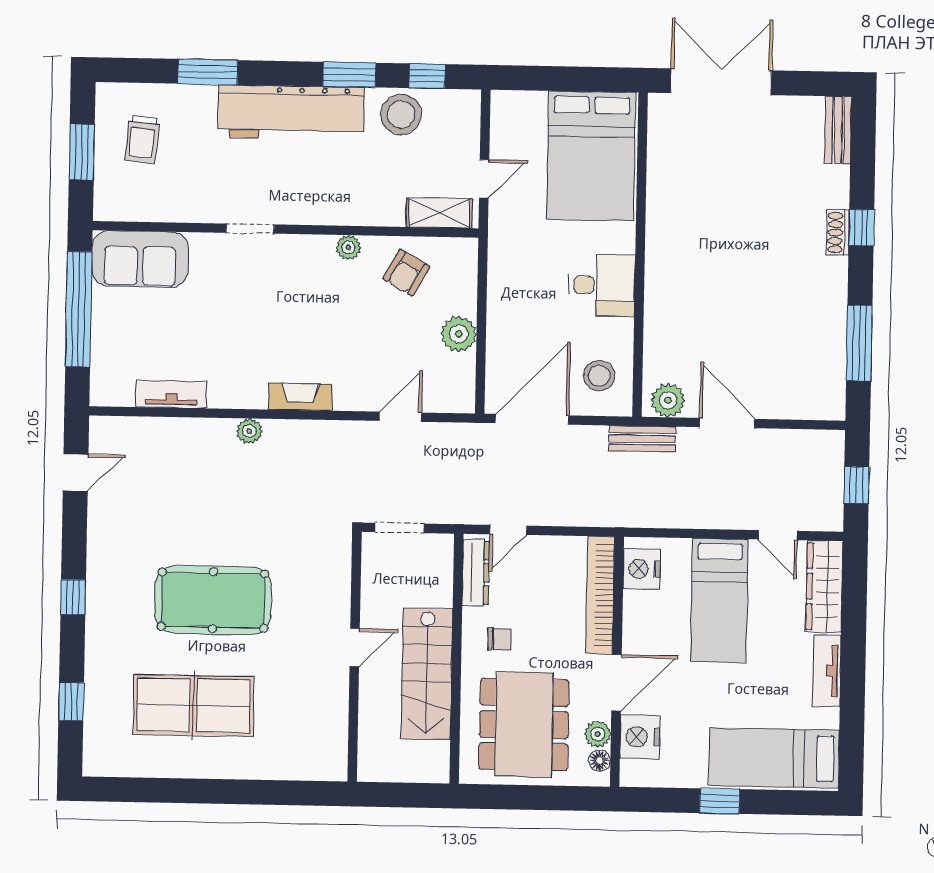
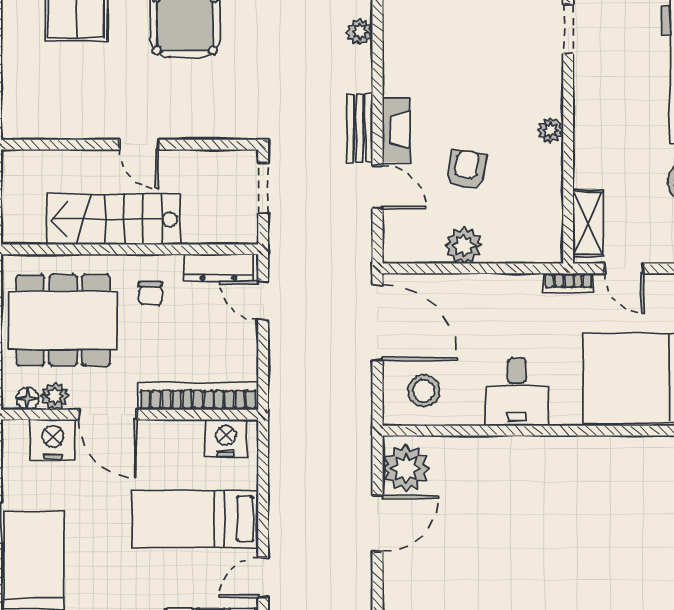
bookcase: (497, 233) -> (568, 283), added
armchair: (406, 273) -> (466, 170), moved, turned 69
fireplace: (300, 397) -> (396, 130), moved
plant: (668, 400) -> (406, 468), width x1.36, depth x1.36
bench: (642, 439) -> (360, 128), moved

